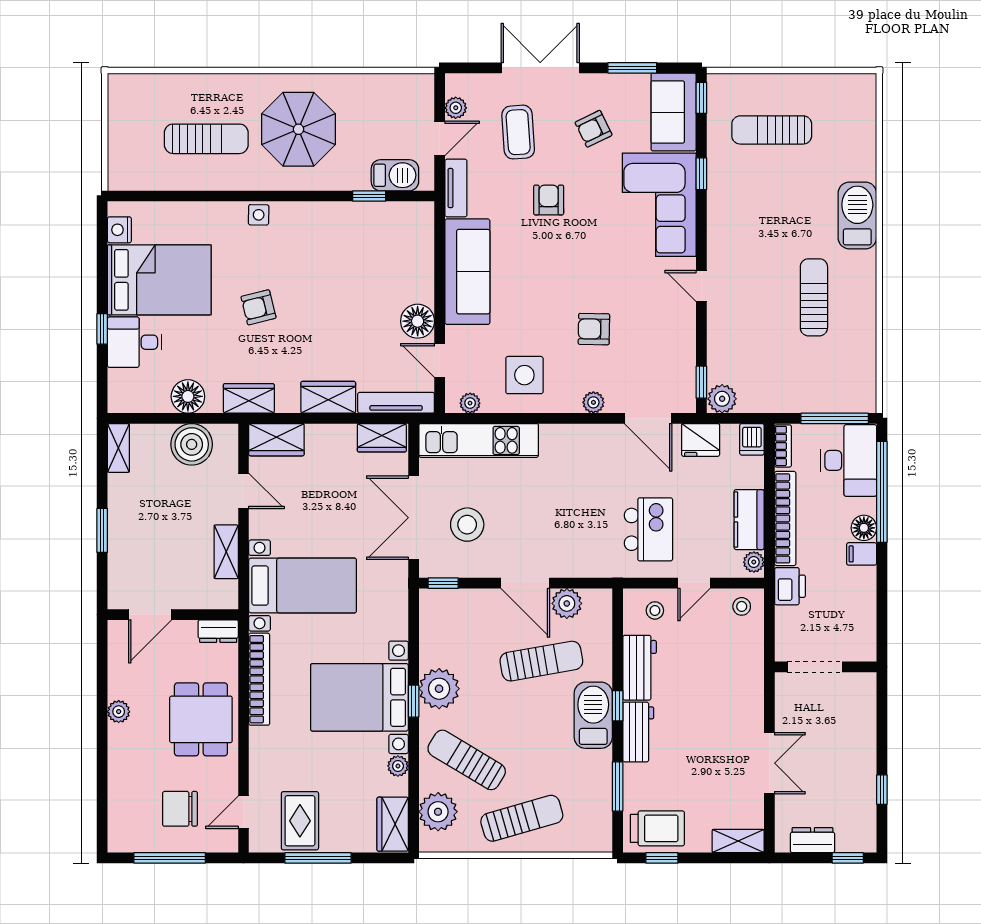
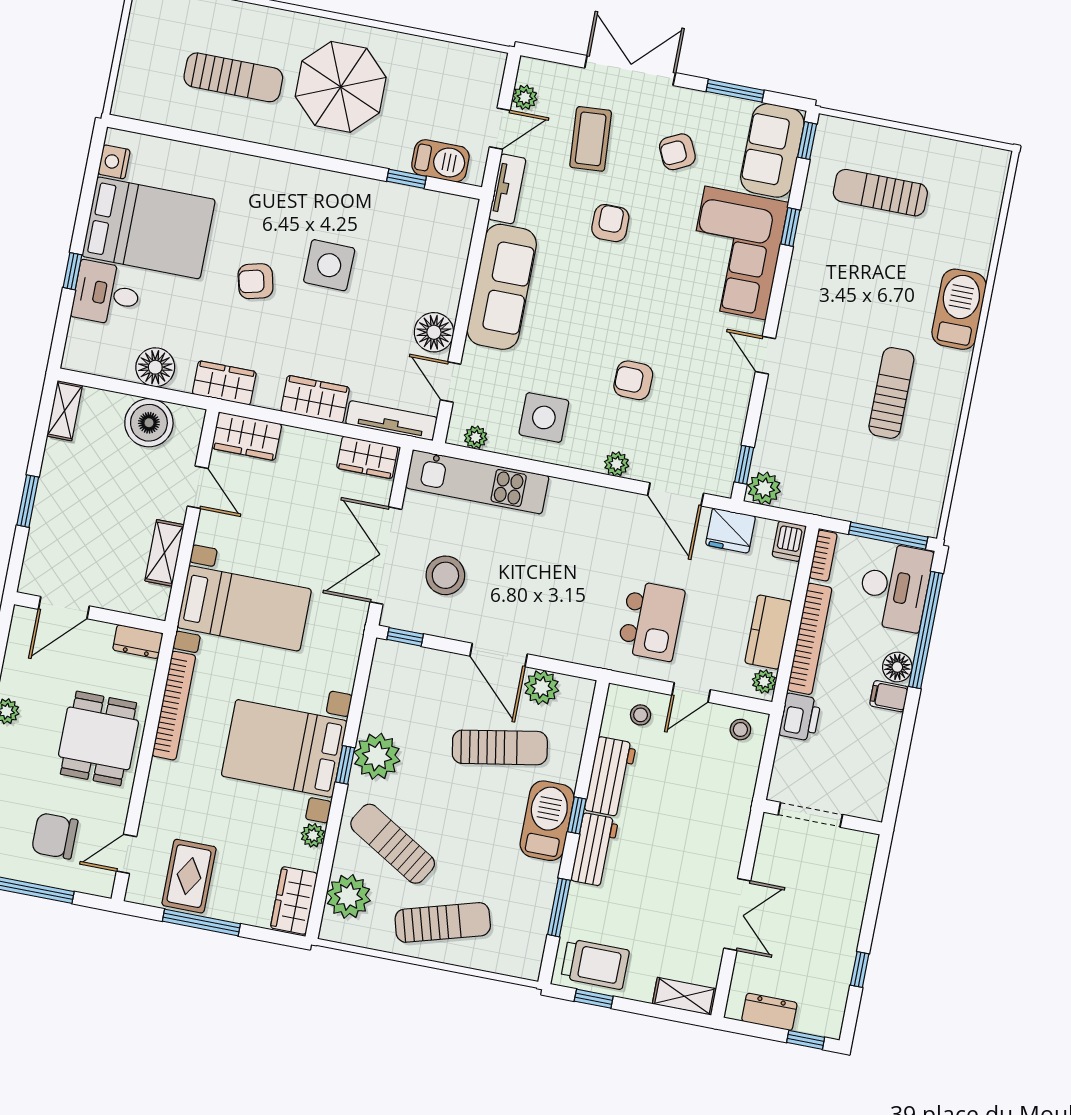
side table: (259, 215) -> (329, 265), moved, width x1.87, depth x1.87

